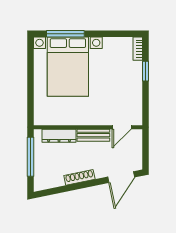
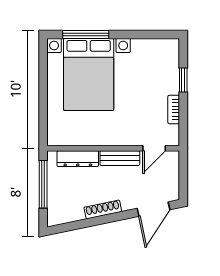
bookcase: (138, 49) -> (174, 109), moved

